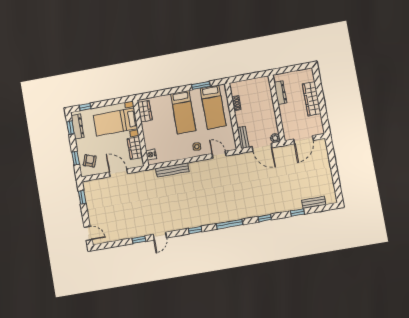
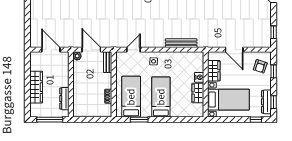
window: (292, 69) -> (50, 120), added
wardrobe: (145, 111) -> (198, 93), moved
door: (303, 140) -> (51, 50), hinge flipped
nightstand: (151, 154) -> (199, 77), moved
door: (219, 155) -> (134, 50), swing flipped

